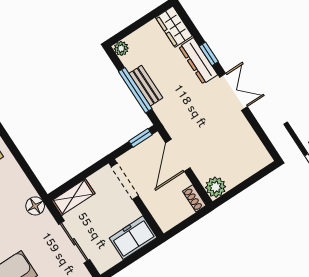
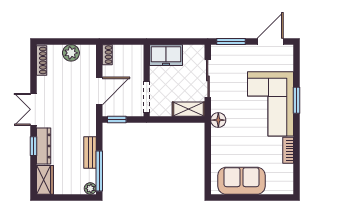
window: (135, 90) -> (99, 171), moved
shoe rack: (258, 148) -> (42, 60), added
plant: (216, 187) -> (71, 53), moved

